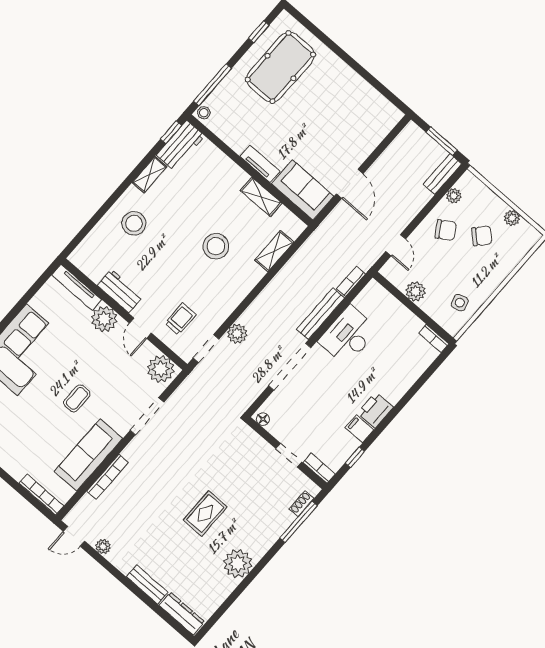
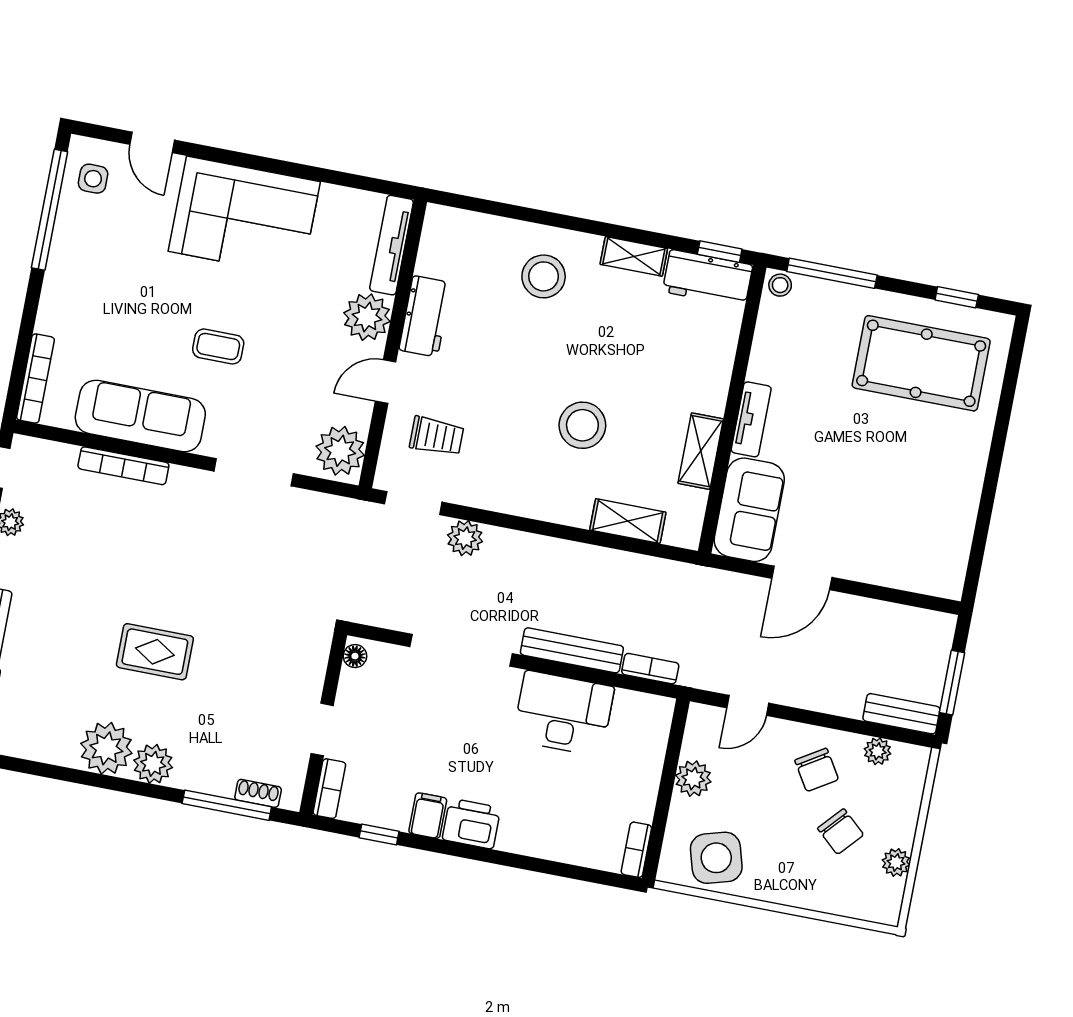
side table: (460, 303) -> (716, 858), width x1.87, depth x1.87
plant: (258, 546) -> (153, 764), added

